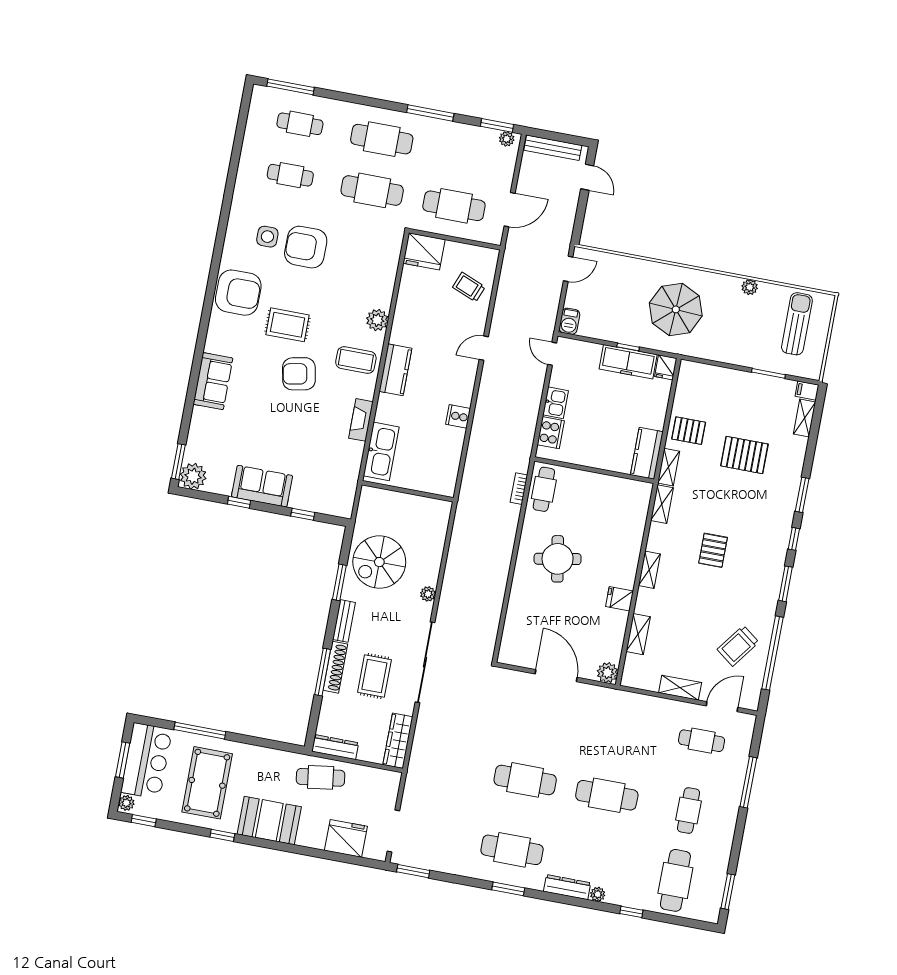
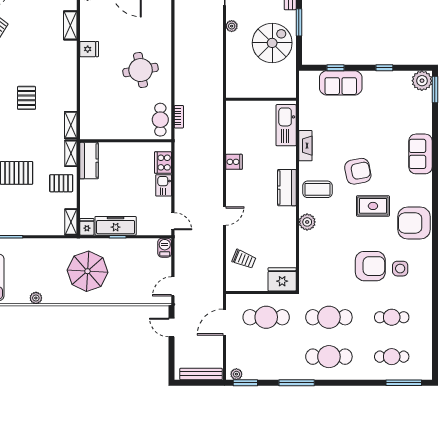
door: (587, 177) -> (171, 328), moved
sofa: (262, 486) -> (341, 83), moved
shelving: (649, 570) -> (71, 222), moved

